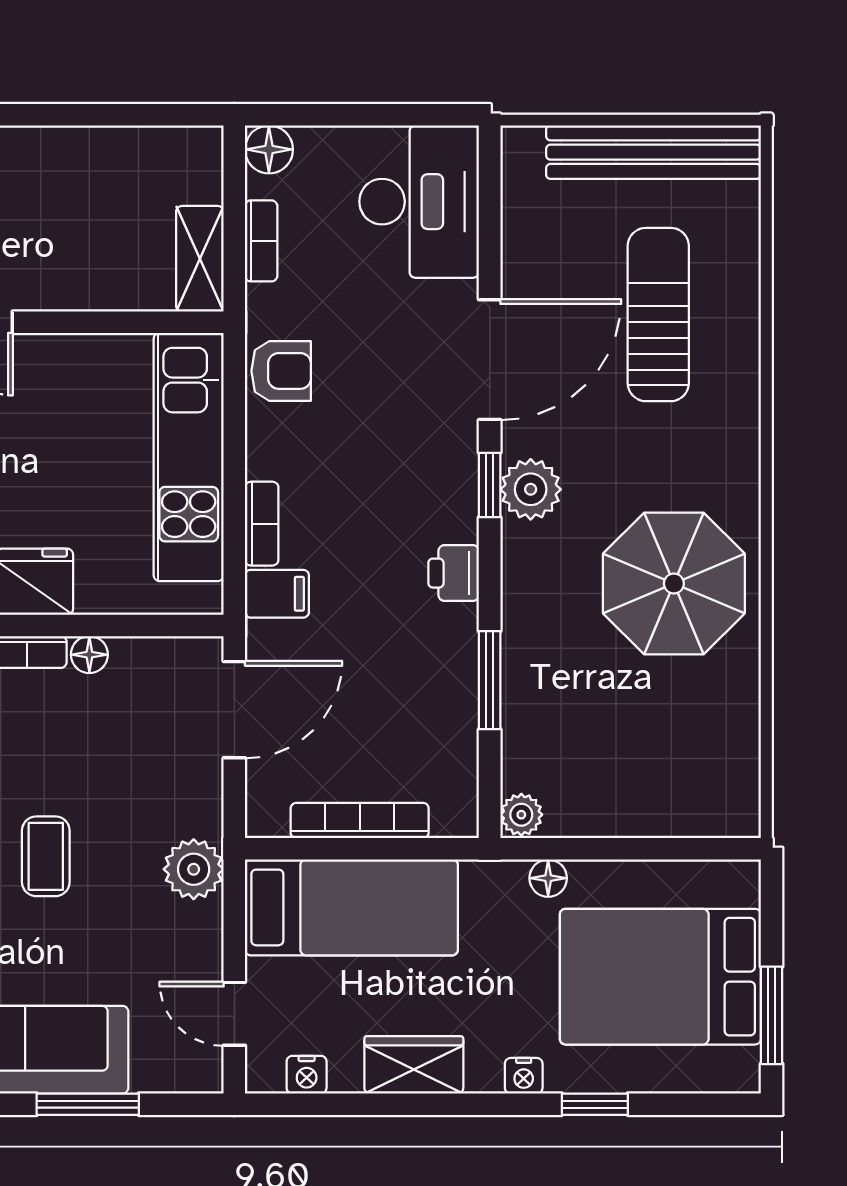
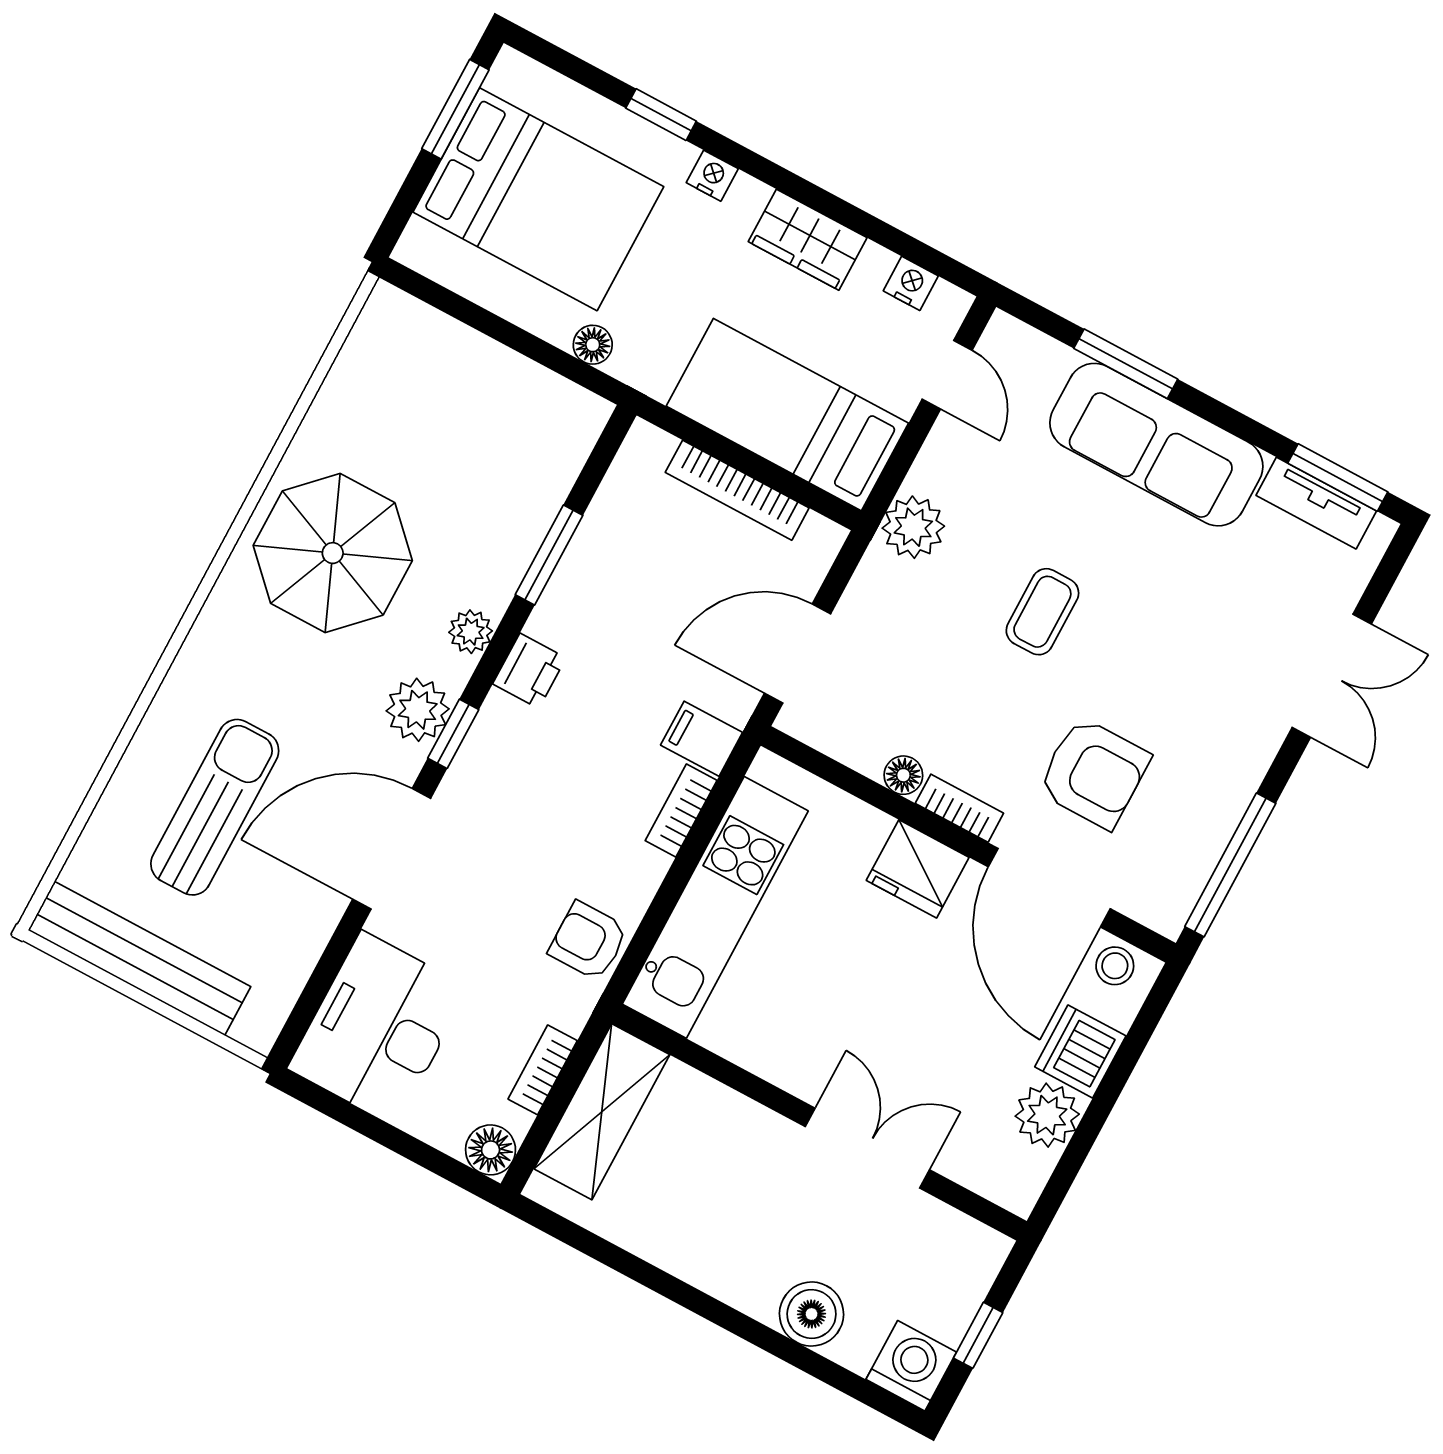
shelving: (200, 259) -> (602, 1112), width x1.50, depth x1.33
sun lounger: (658, 315) -> (215, 807), turned 180
plant: (521, 815) -> (471, 632), moved

